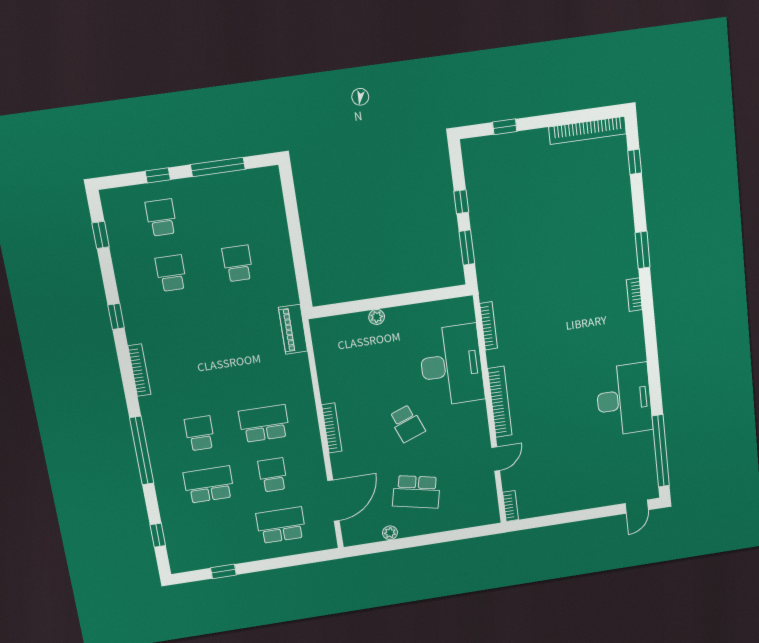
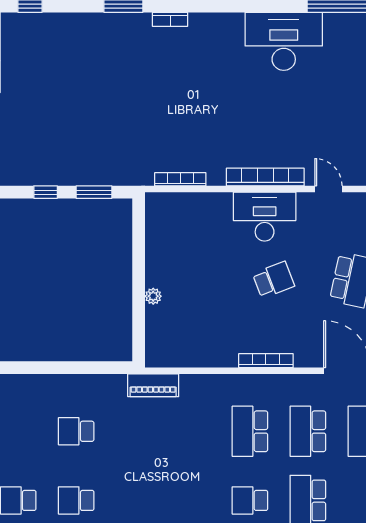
desk: (452, 365) -> (265, 217), moved, width x0.73, depth x0.77
school desk: (273, 475) -> (308, 431), width x1.85

